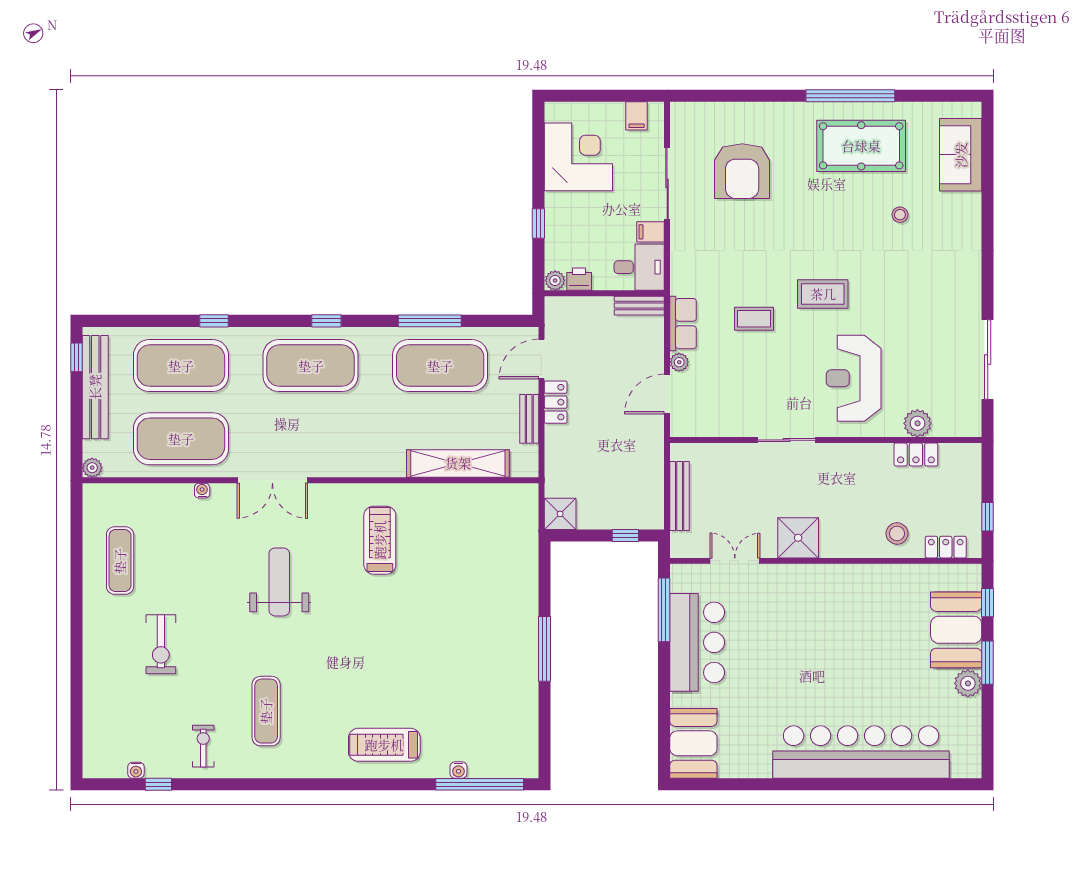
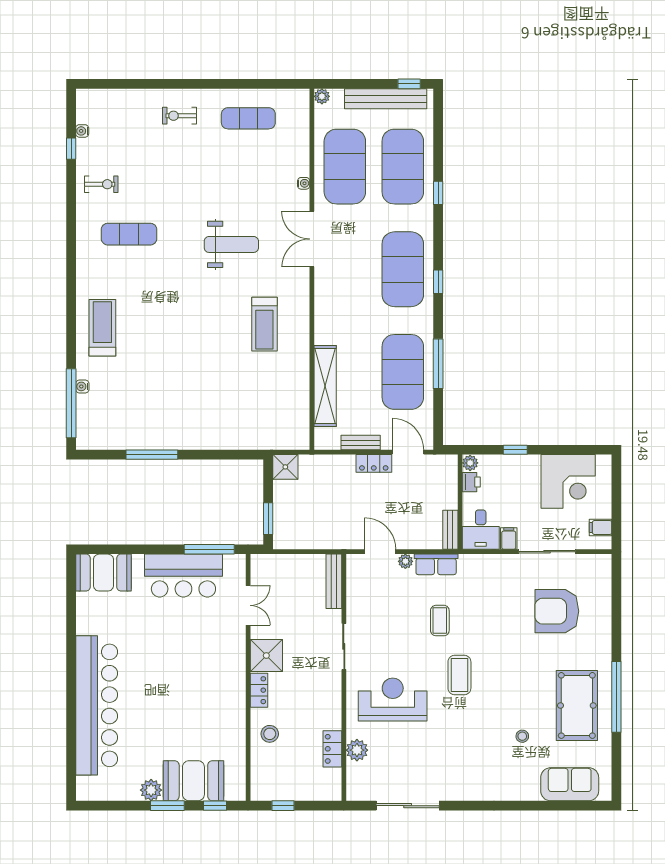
bench: (680, 496) -> (334, 581), moved, turned 90
window: (625, 536) -> (268, 519), width x1.50
treadmill: (380, 540) -> (264, 324), turned 90
locker: (946, 547) -> (259, 690), moved
exercise bike: (161, 644) -> (180, 116), moved, width x0.73, depth x0.72
window: (545, 649) -> (152, 455), moved

